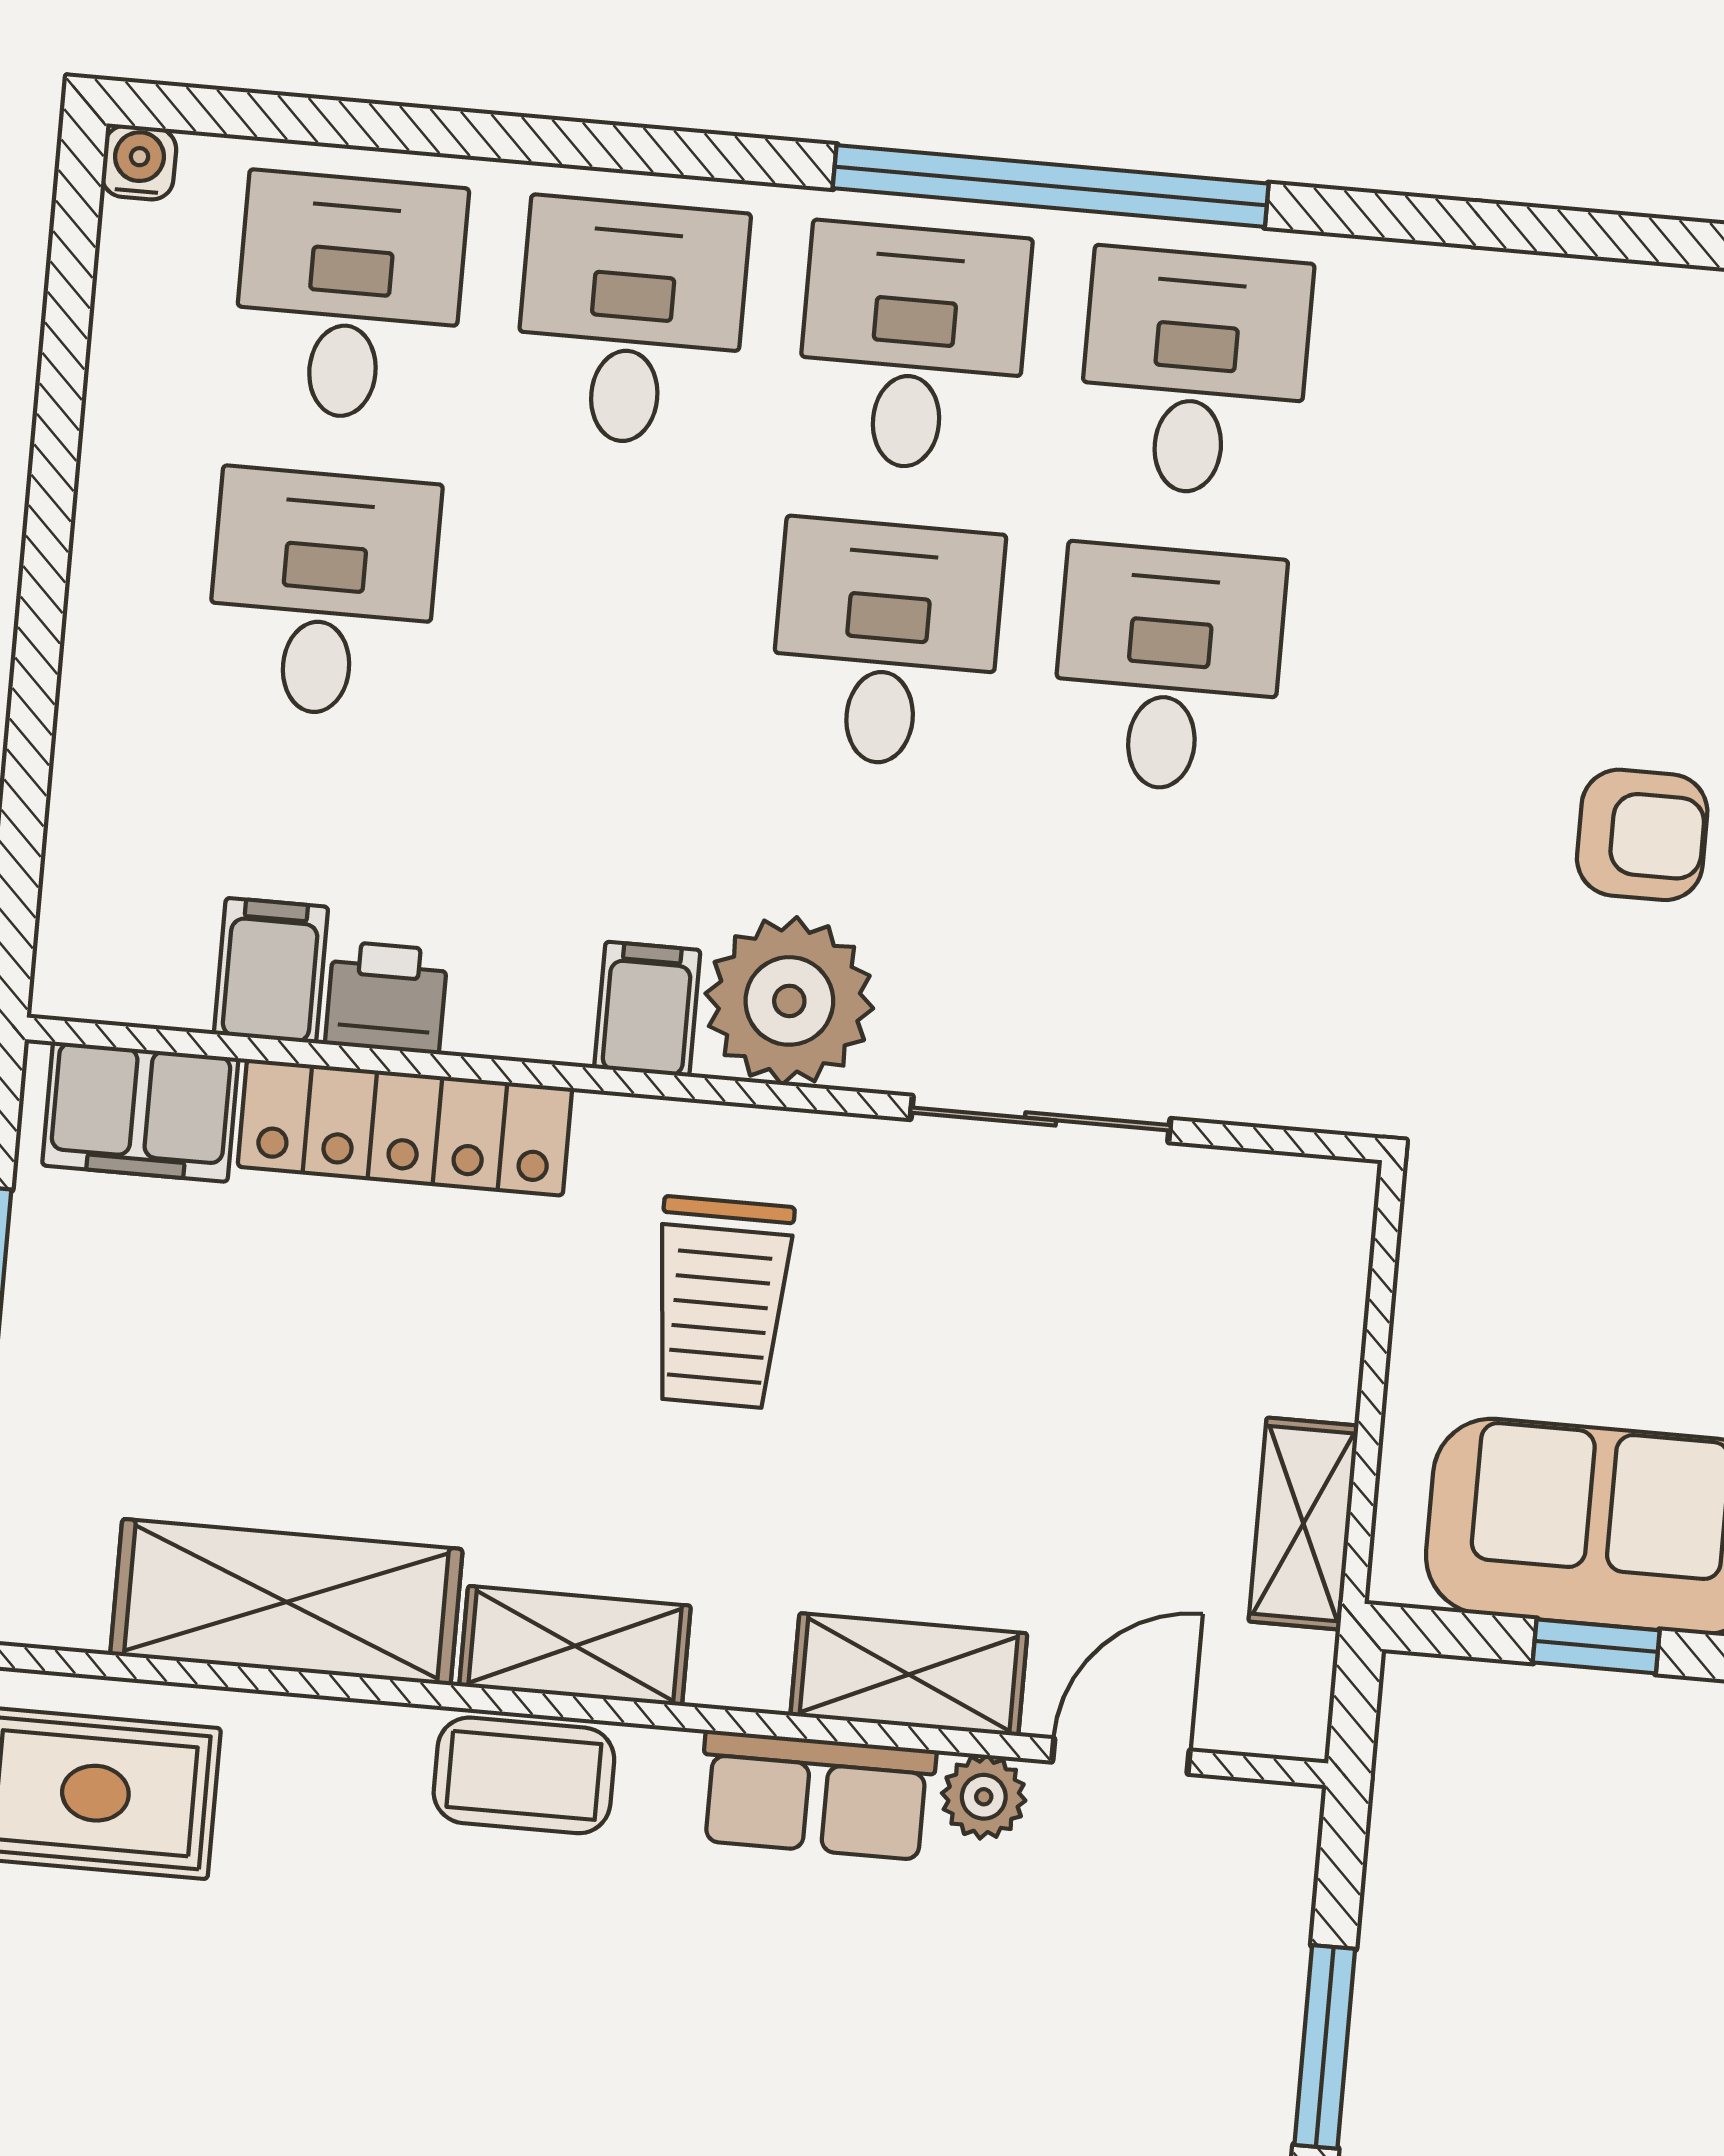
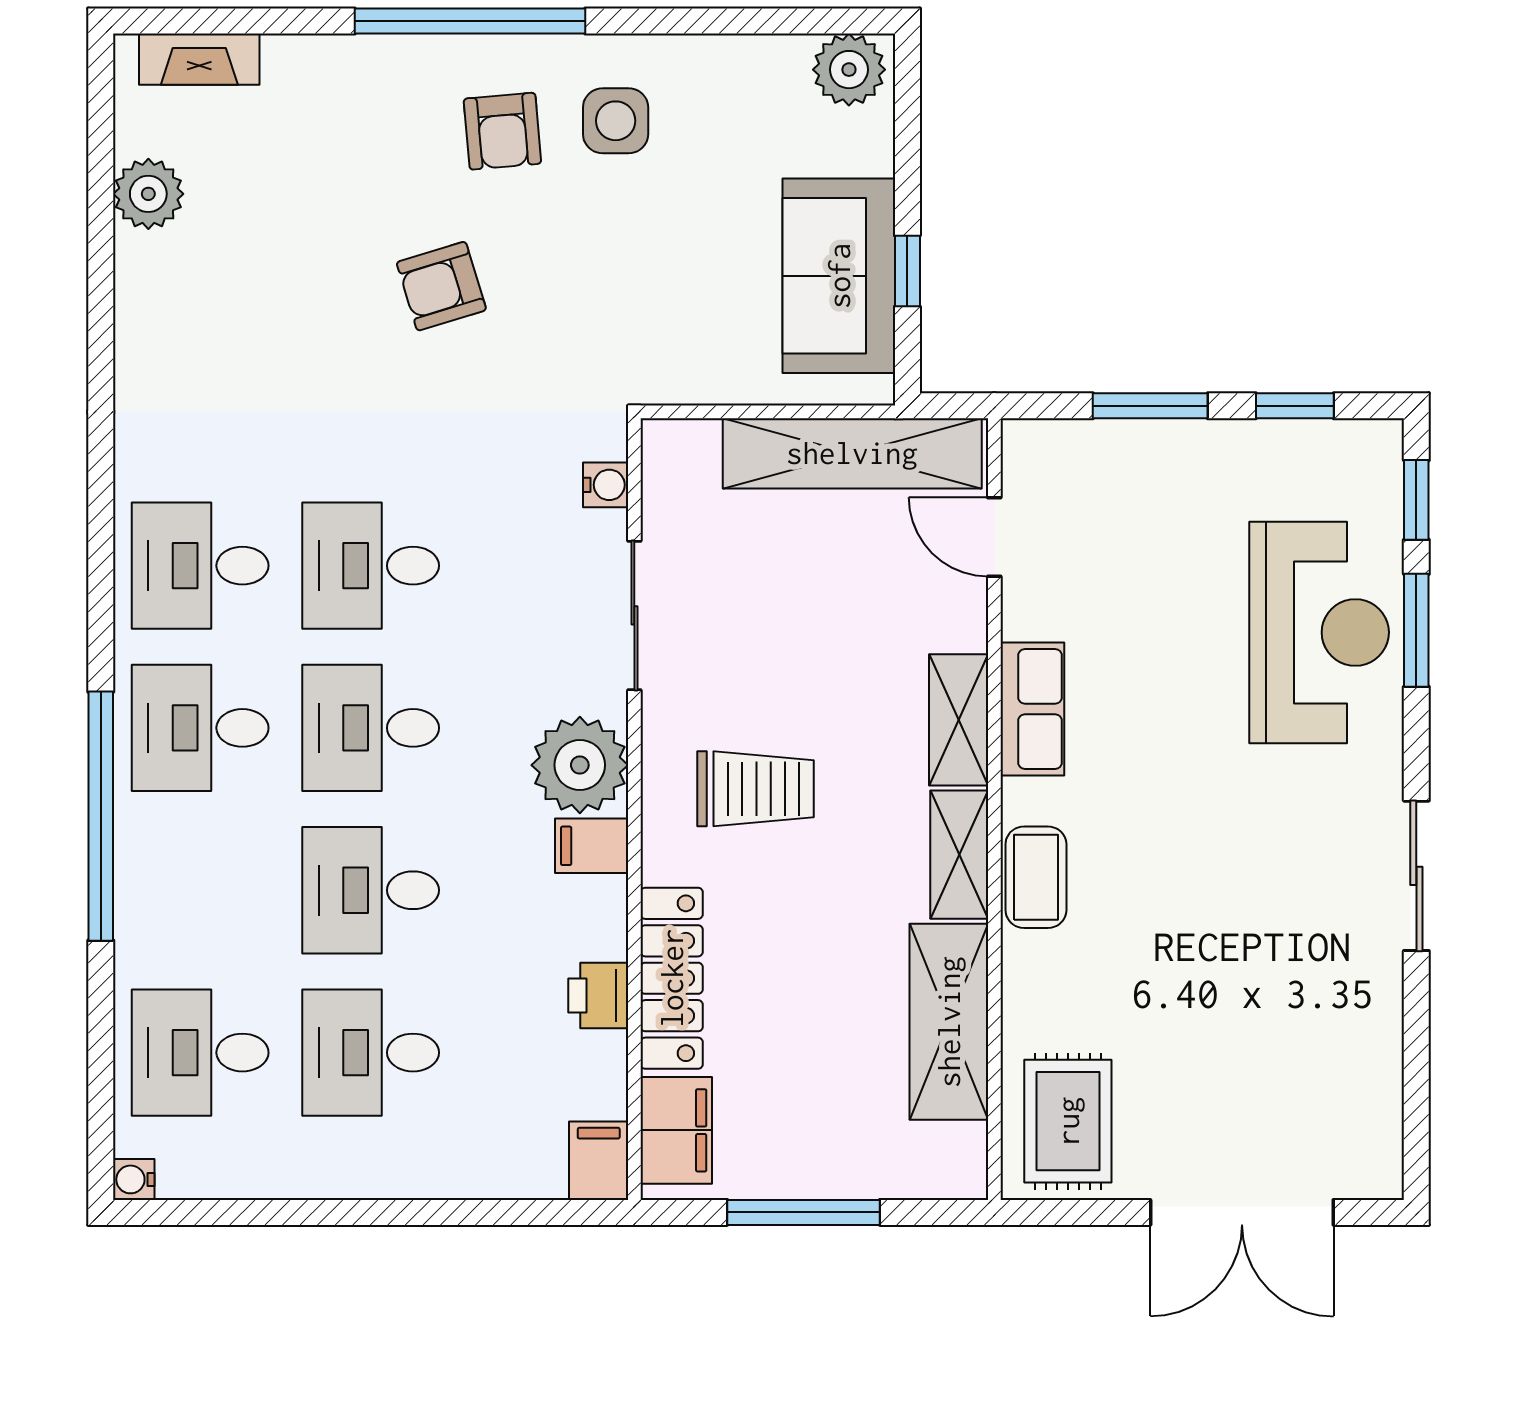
window: (1051, 186) -> (101, 816), moved
desk: (631, 322) -> (371, 890), moved
armchair: (1642, 835) -> (441, 286), turned -107
filing cabinet: (271, 971) -> (599, 1161), moved, turned 90
water cooler: (1272, 1089) -> (606, 485), added
shelving: (1303, 1524) -> (852, 453), width x2.20, depth x1.33
shelving: (909, 1674) -> (959, 720), moved
plant: (984, 1797) -> (1025, 613), removed

